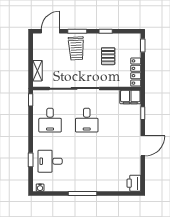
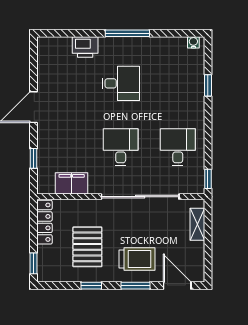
door: (50, 31) -> (177, 286), swing flipped
trolley: (76, 48) -> (137, 259), turned 93
pallet: (108, 56) -> (87, 247), width x1.50, depth x1.42
filing cabinet: (130, 97) -> (72, 183), moved
desk: (50, 161) -> (121, 83), moved
printer: (134, 183) -> (85, 47), moved, turned 90

